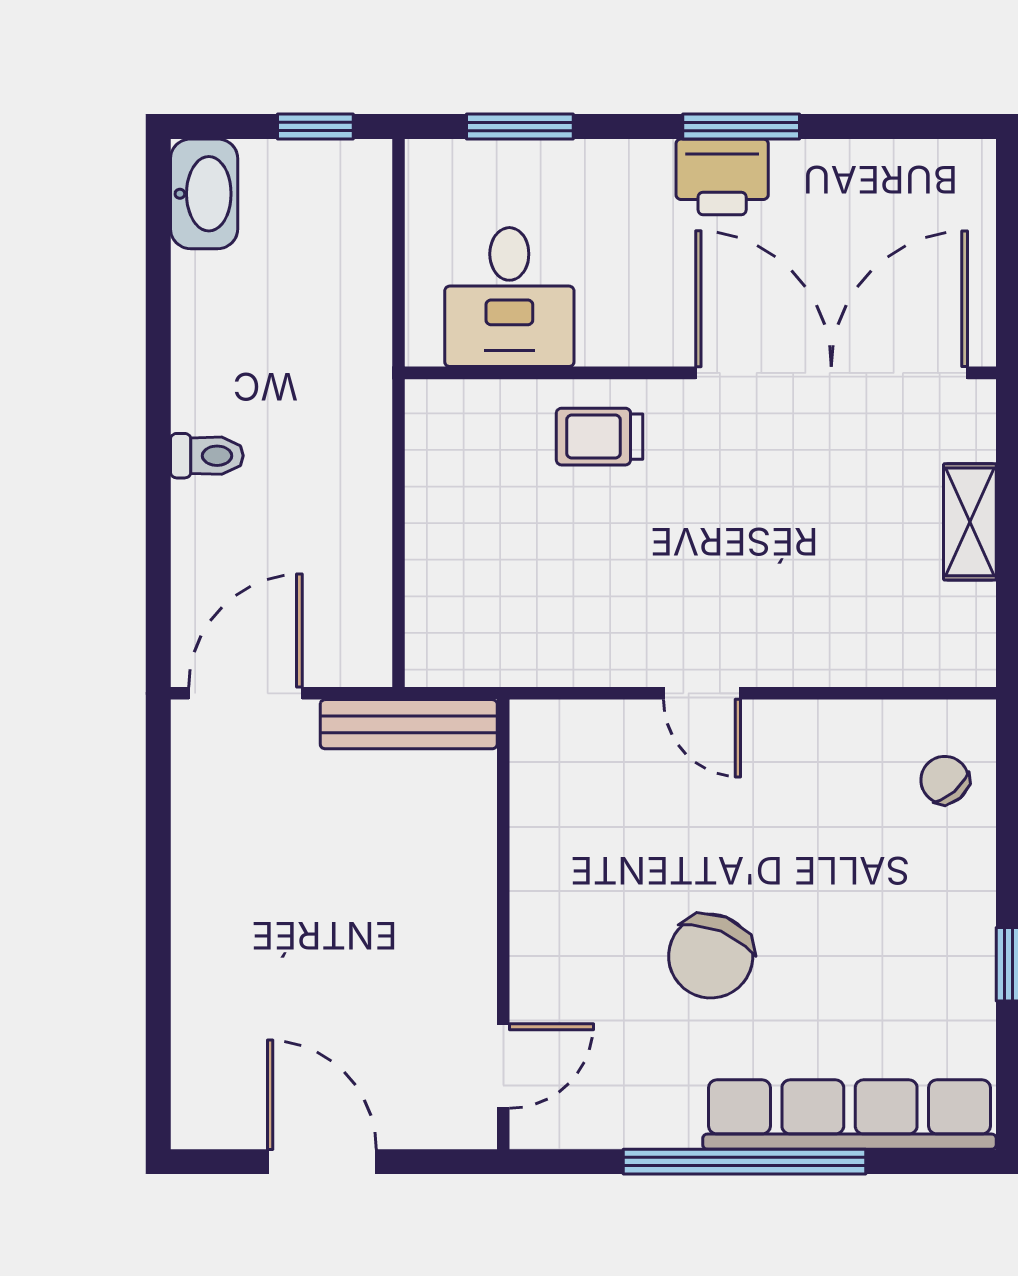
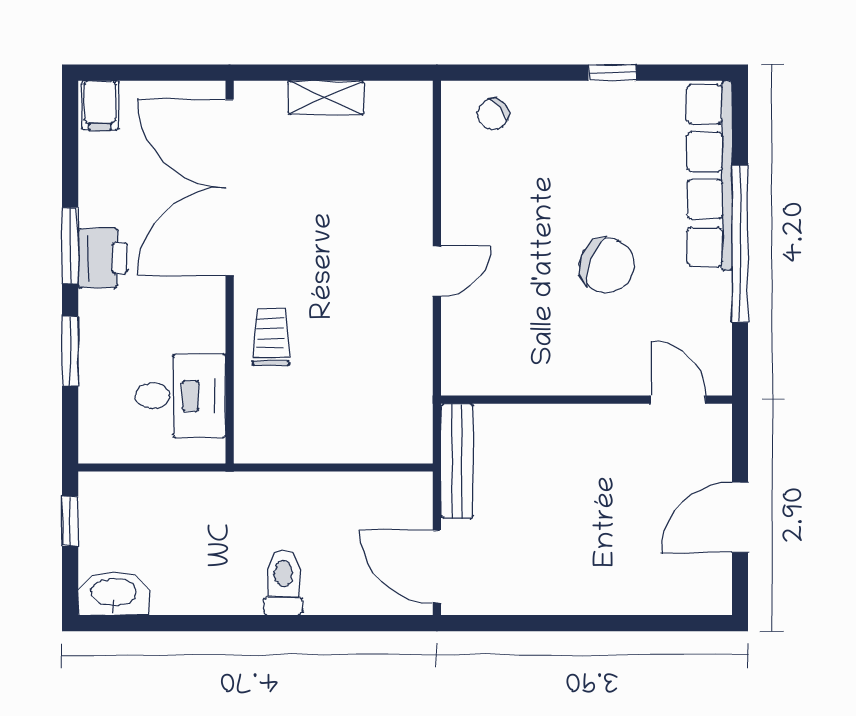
window: (520, 126) -> (70, 351), moved
filing cabinet: (958, 173) -> (100, 105), added
trolley: (599, 437) -> (271, 337), turned 180
toilet: (207, 456) -> (283, 582), width x1.37, depth x1.39

